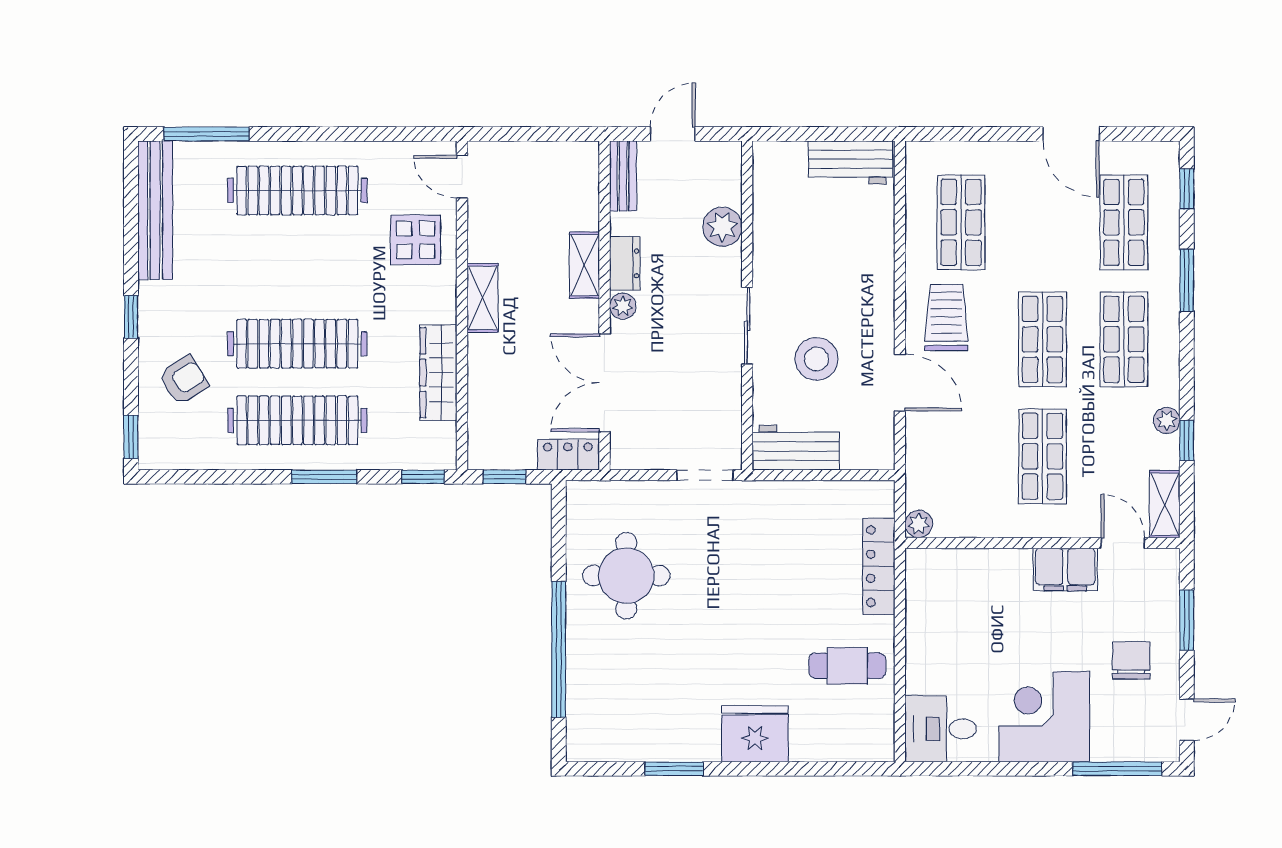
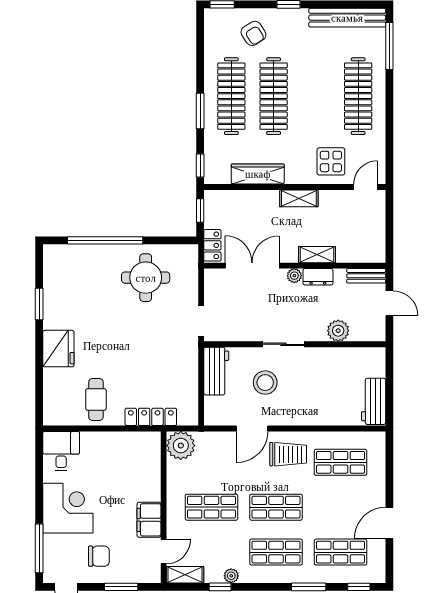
plant: (919, 524) -> (181, 446), width x1.87, depth x1.87

